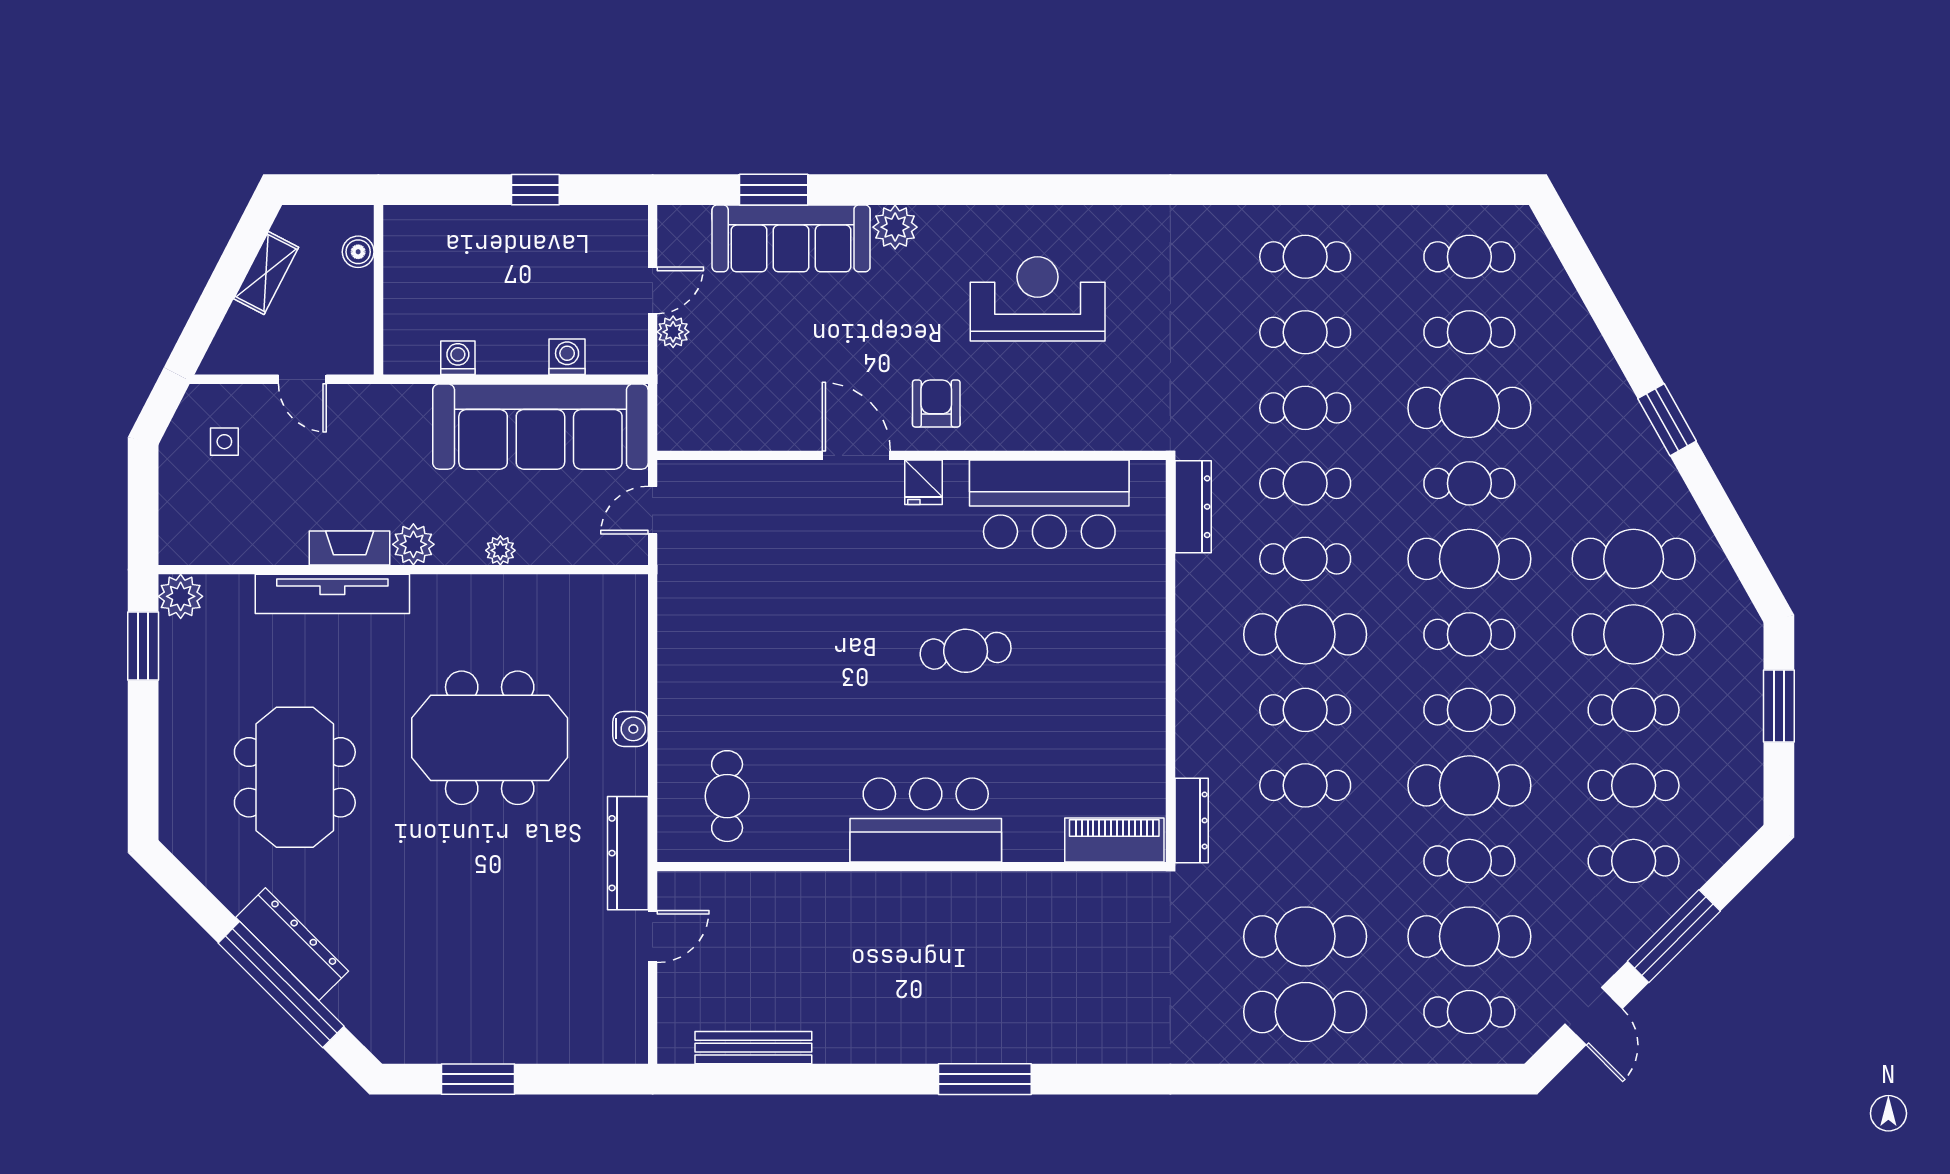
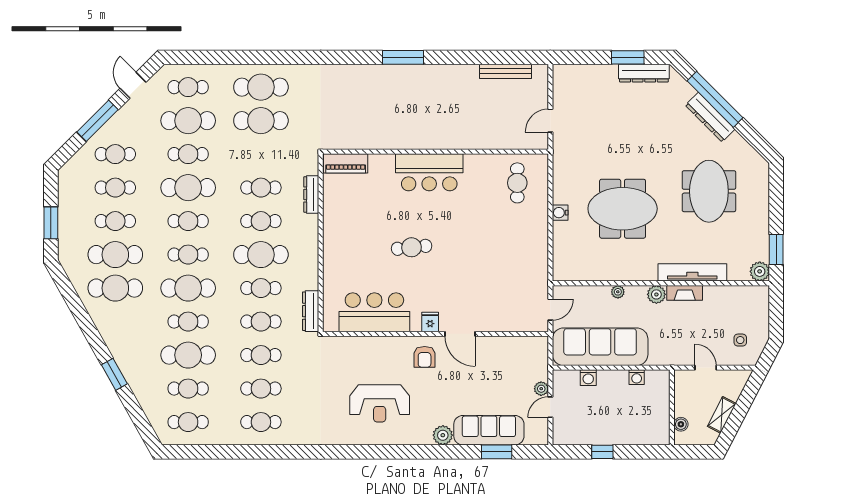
window: (1667, 420) -> (114, 374), moved
dresser: (1192, 820) -> (311, 194), moved
dresser: (628, 853) -> (644, 73), moved, turned 90

